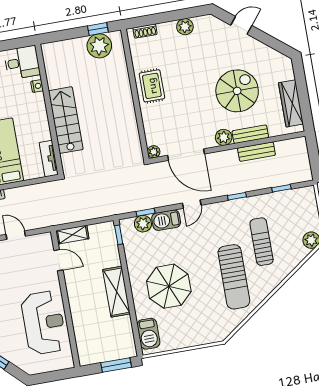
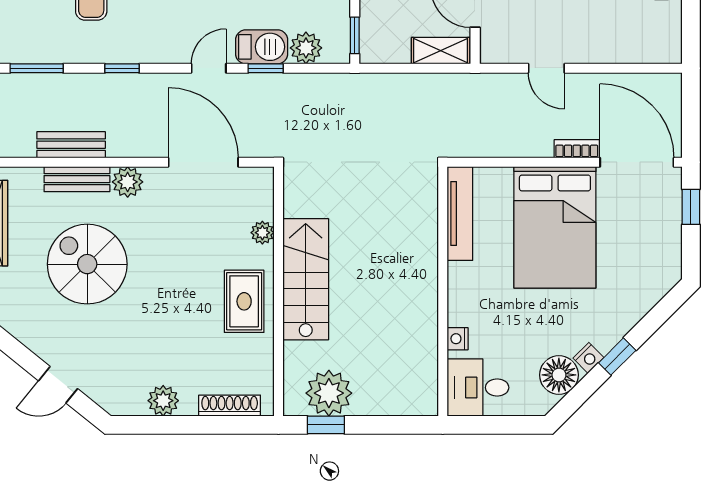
shoe rack: (145, 31) -> (230, 406), width x1.43
spiral stairs: (237, 91) -> (87, 264), turned 90
stairs: (66, 120) -> (306, 279), moved, turned 180
plant: (154, 152) -> (262, 233), moved
tv unit: (49, 159) -> (460, 214), width x1.41
window: (281, 188) -> (37, 68), width x1.50
window: (146, 212) -> (266, 68), moved

